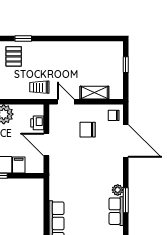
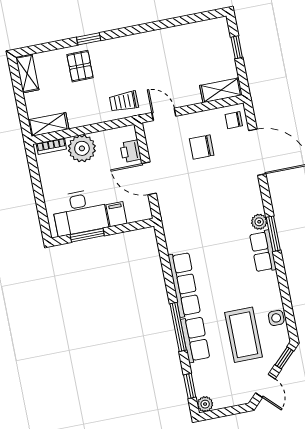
shelving: (94, 93) -> (221, 90), moved

